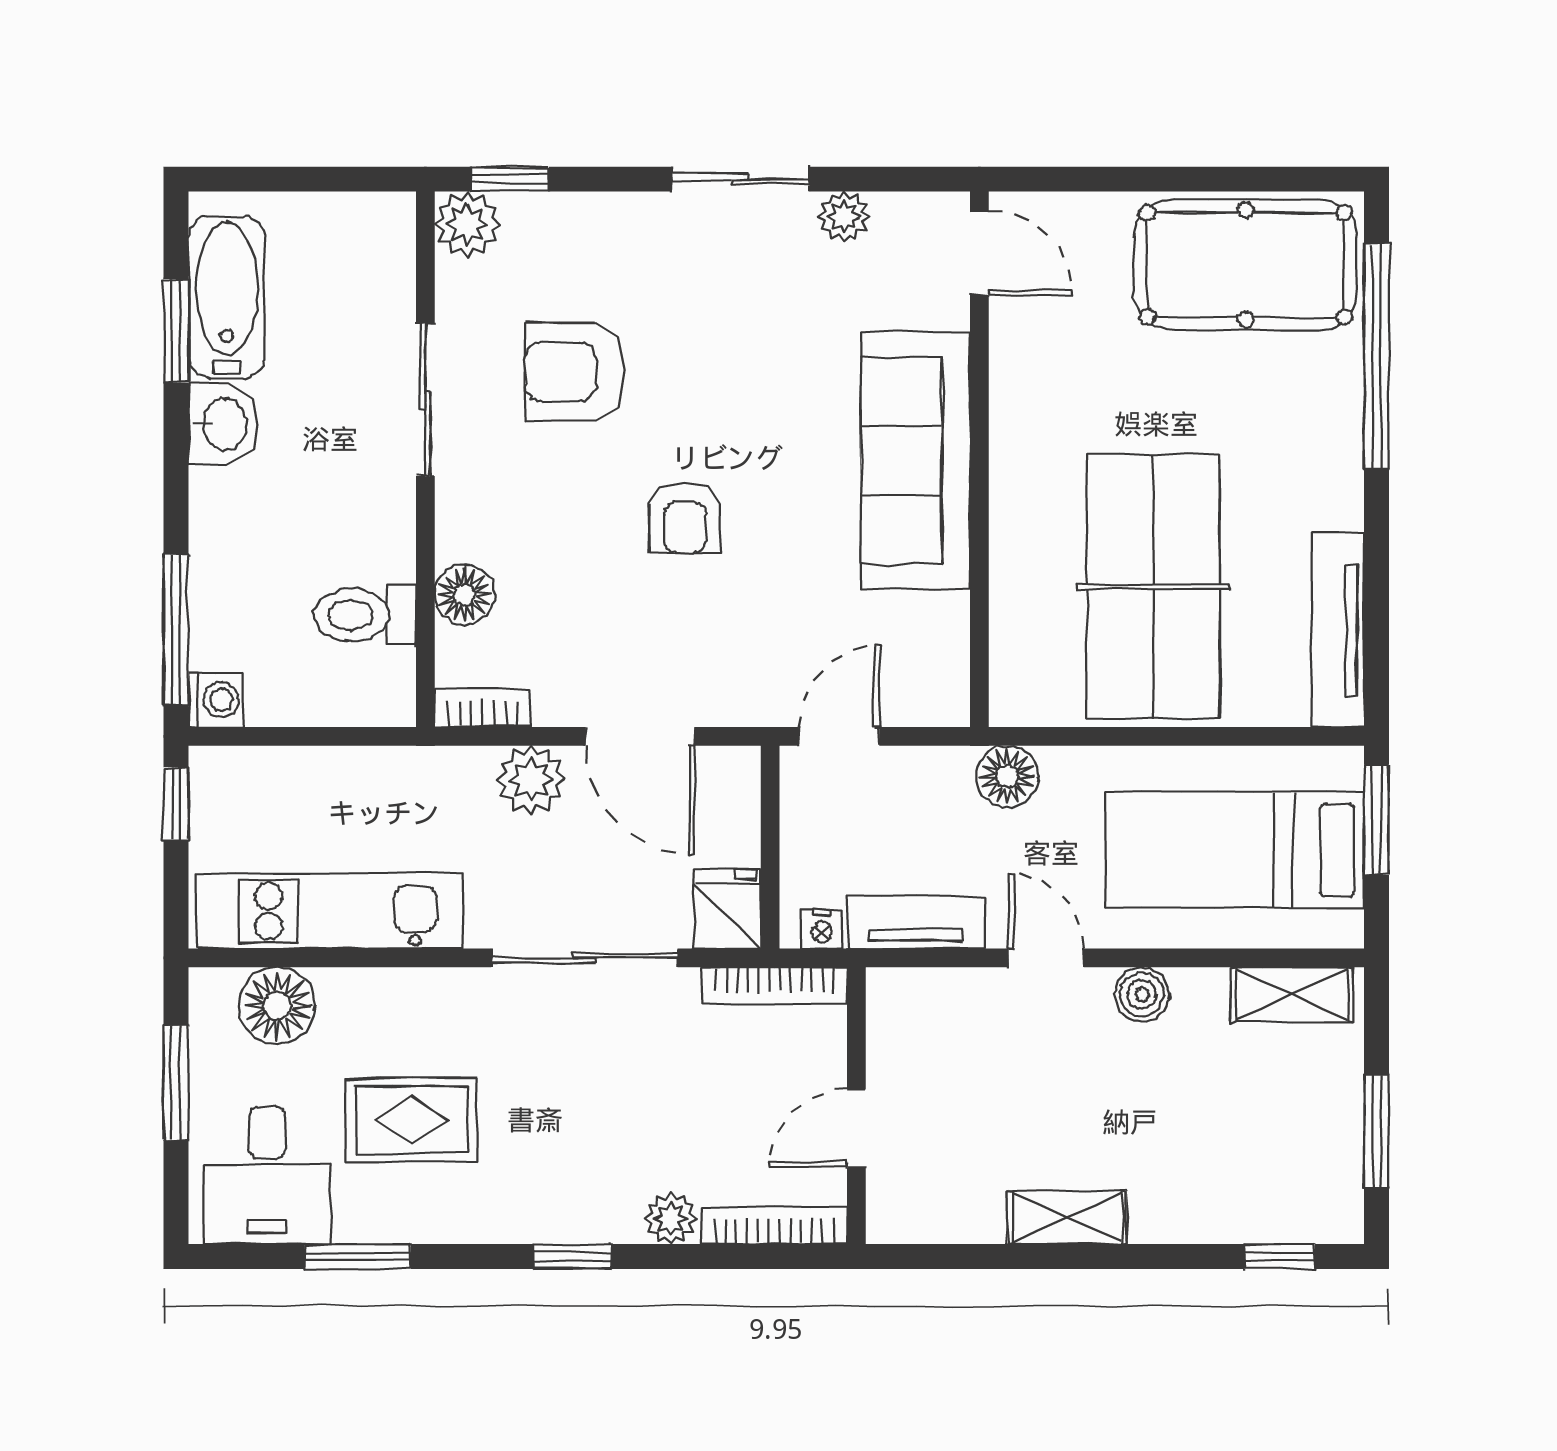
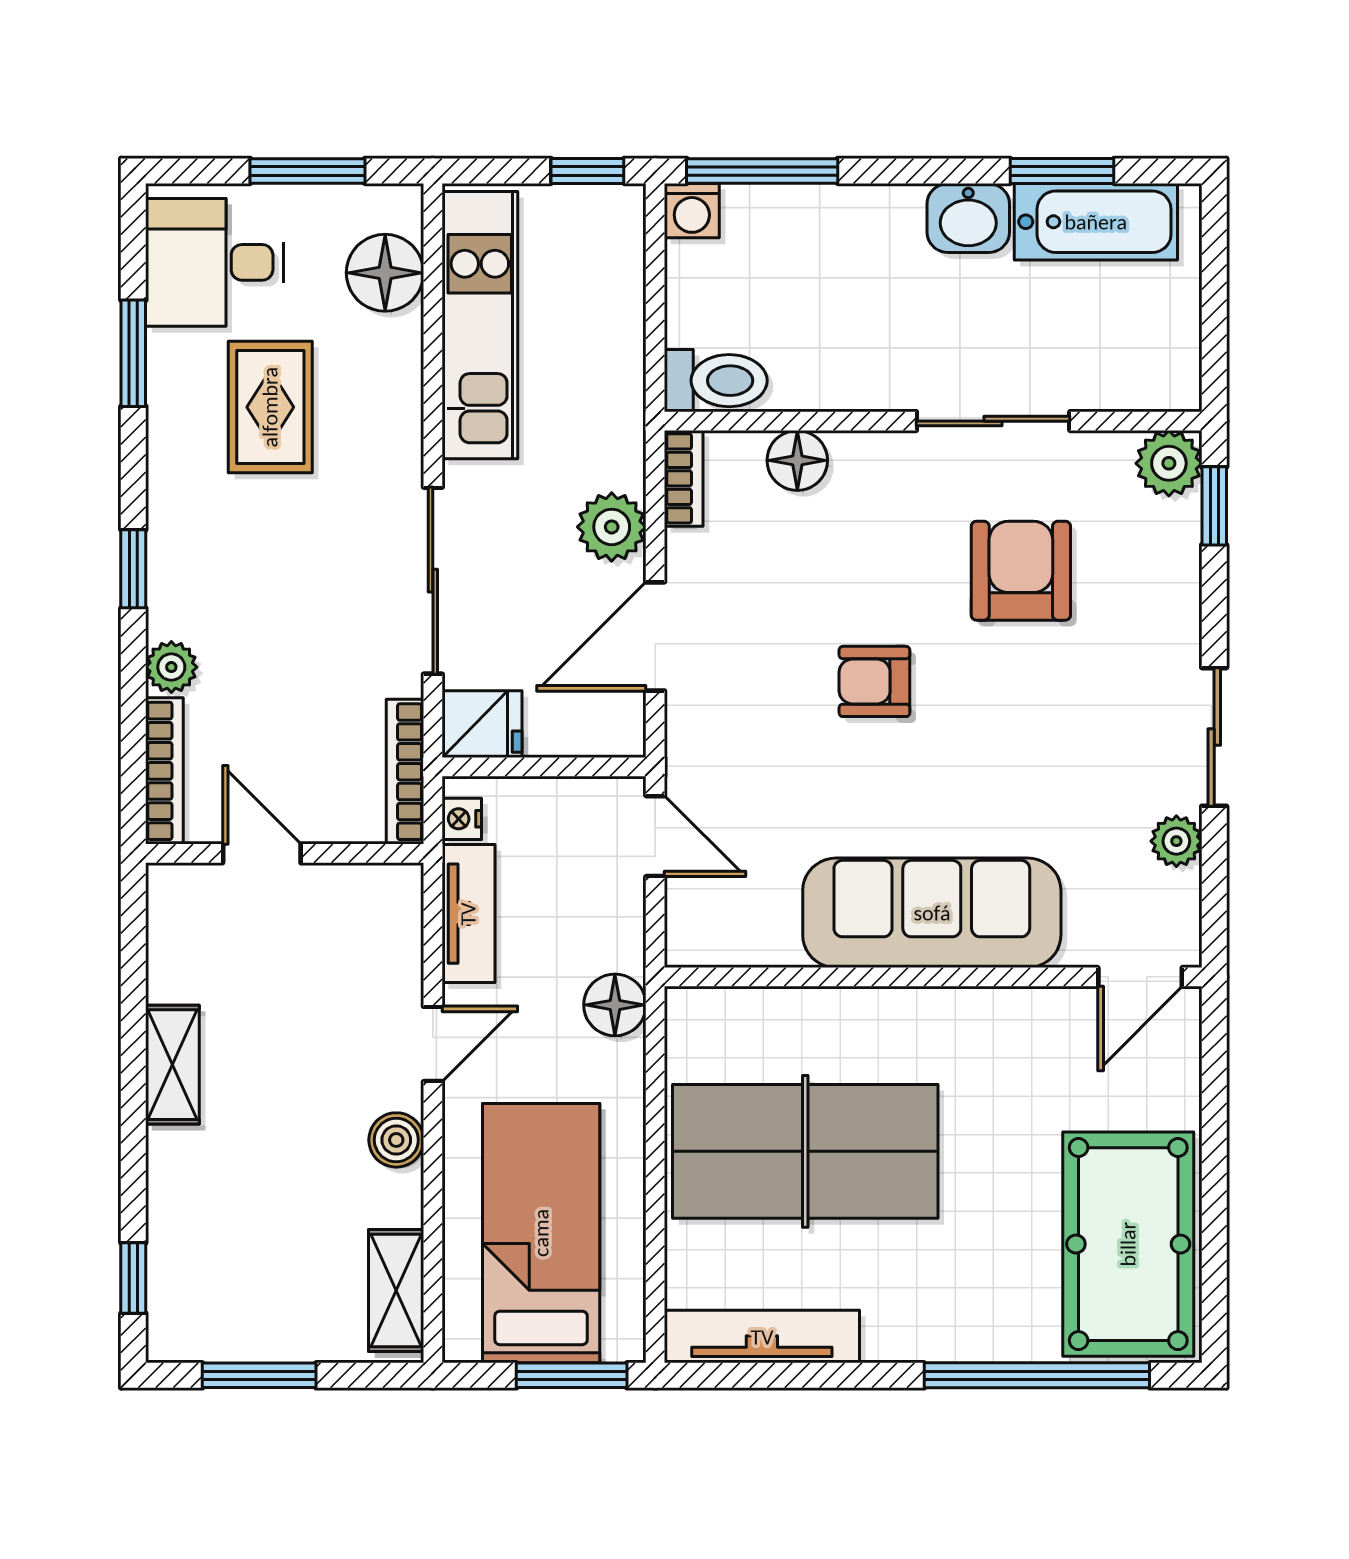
toilet: (365, 615) -> (716, 381), moved, turned 90

